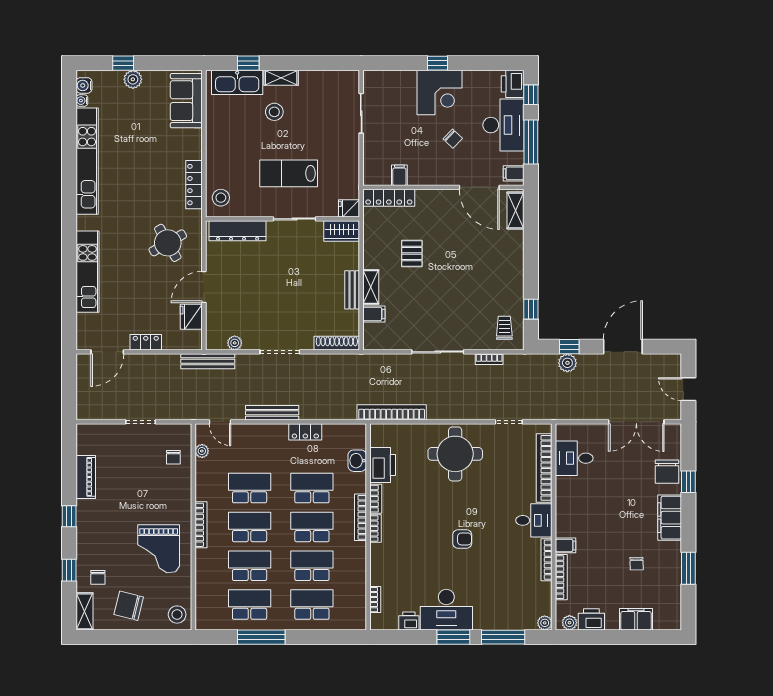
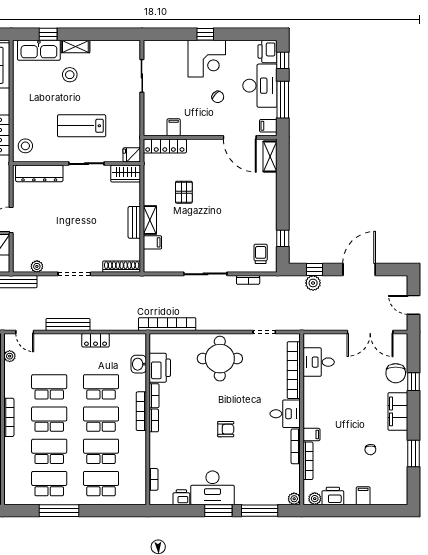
filing cabinet: (636, 619) -> (363, 496), width x0.50

